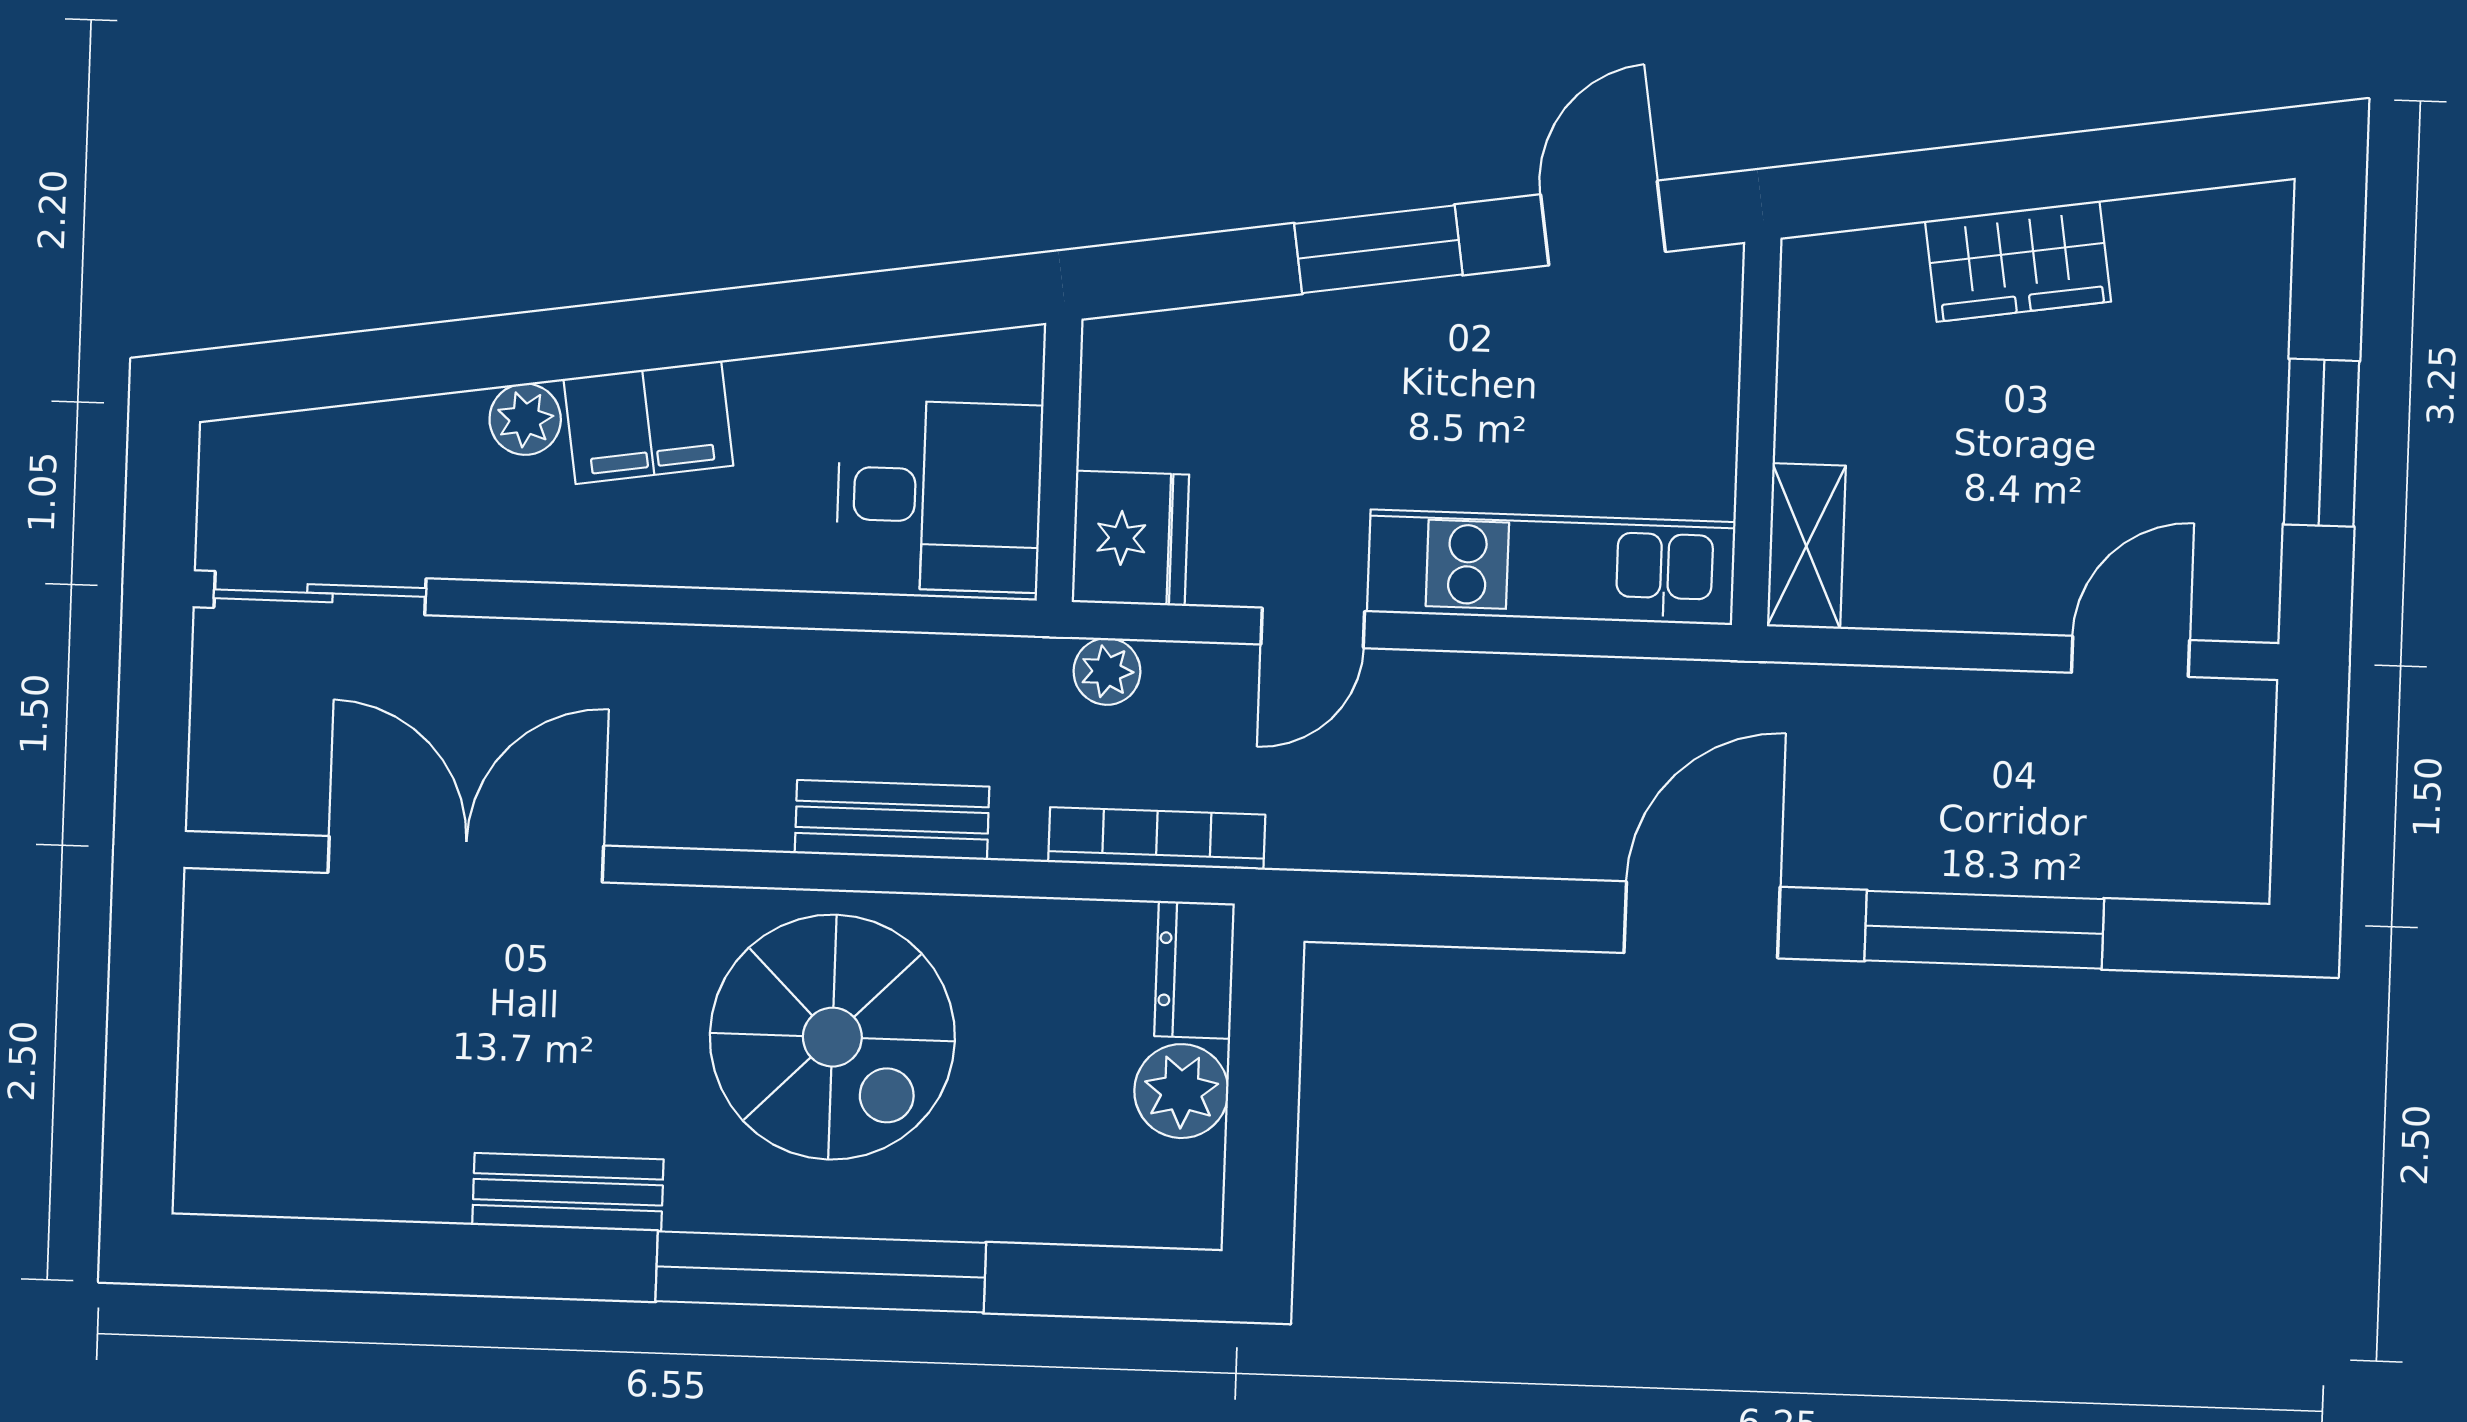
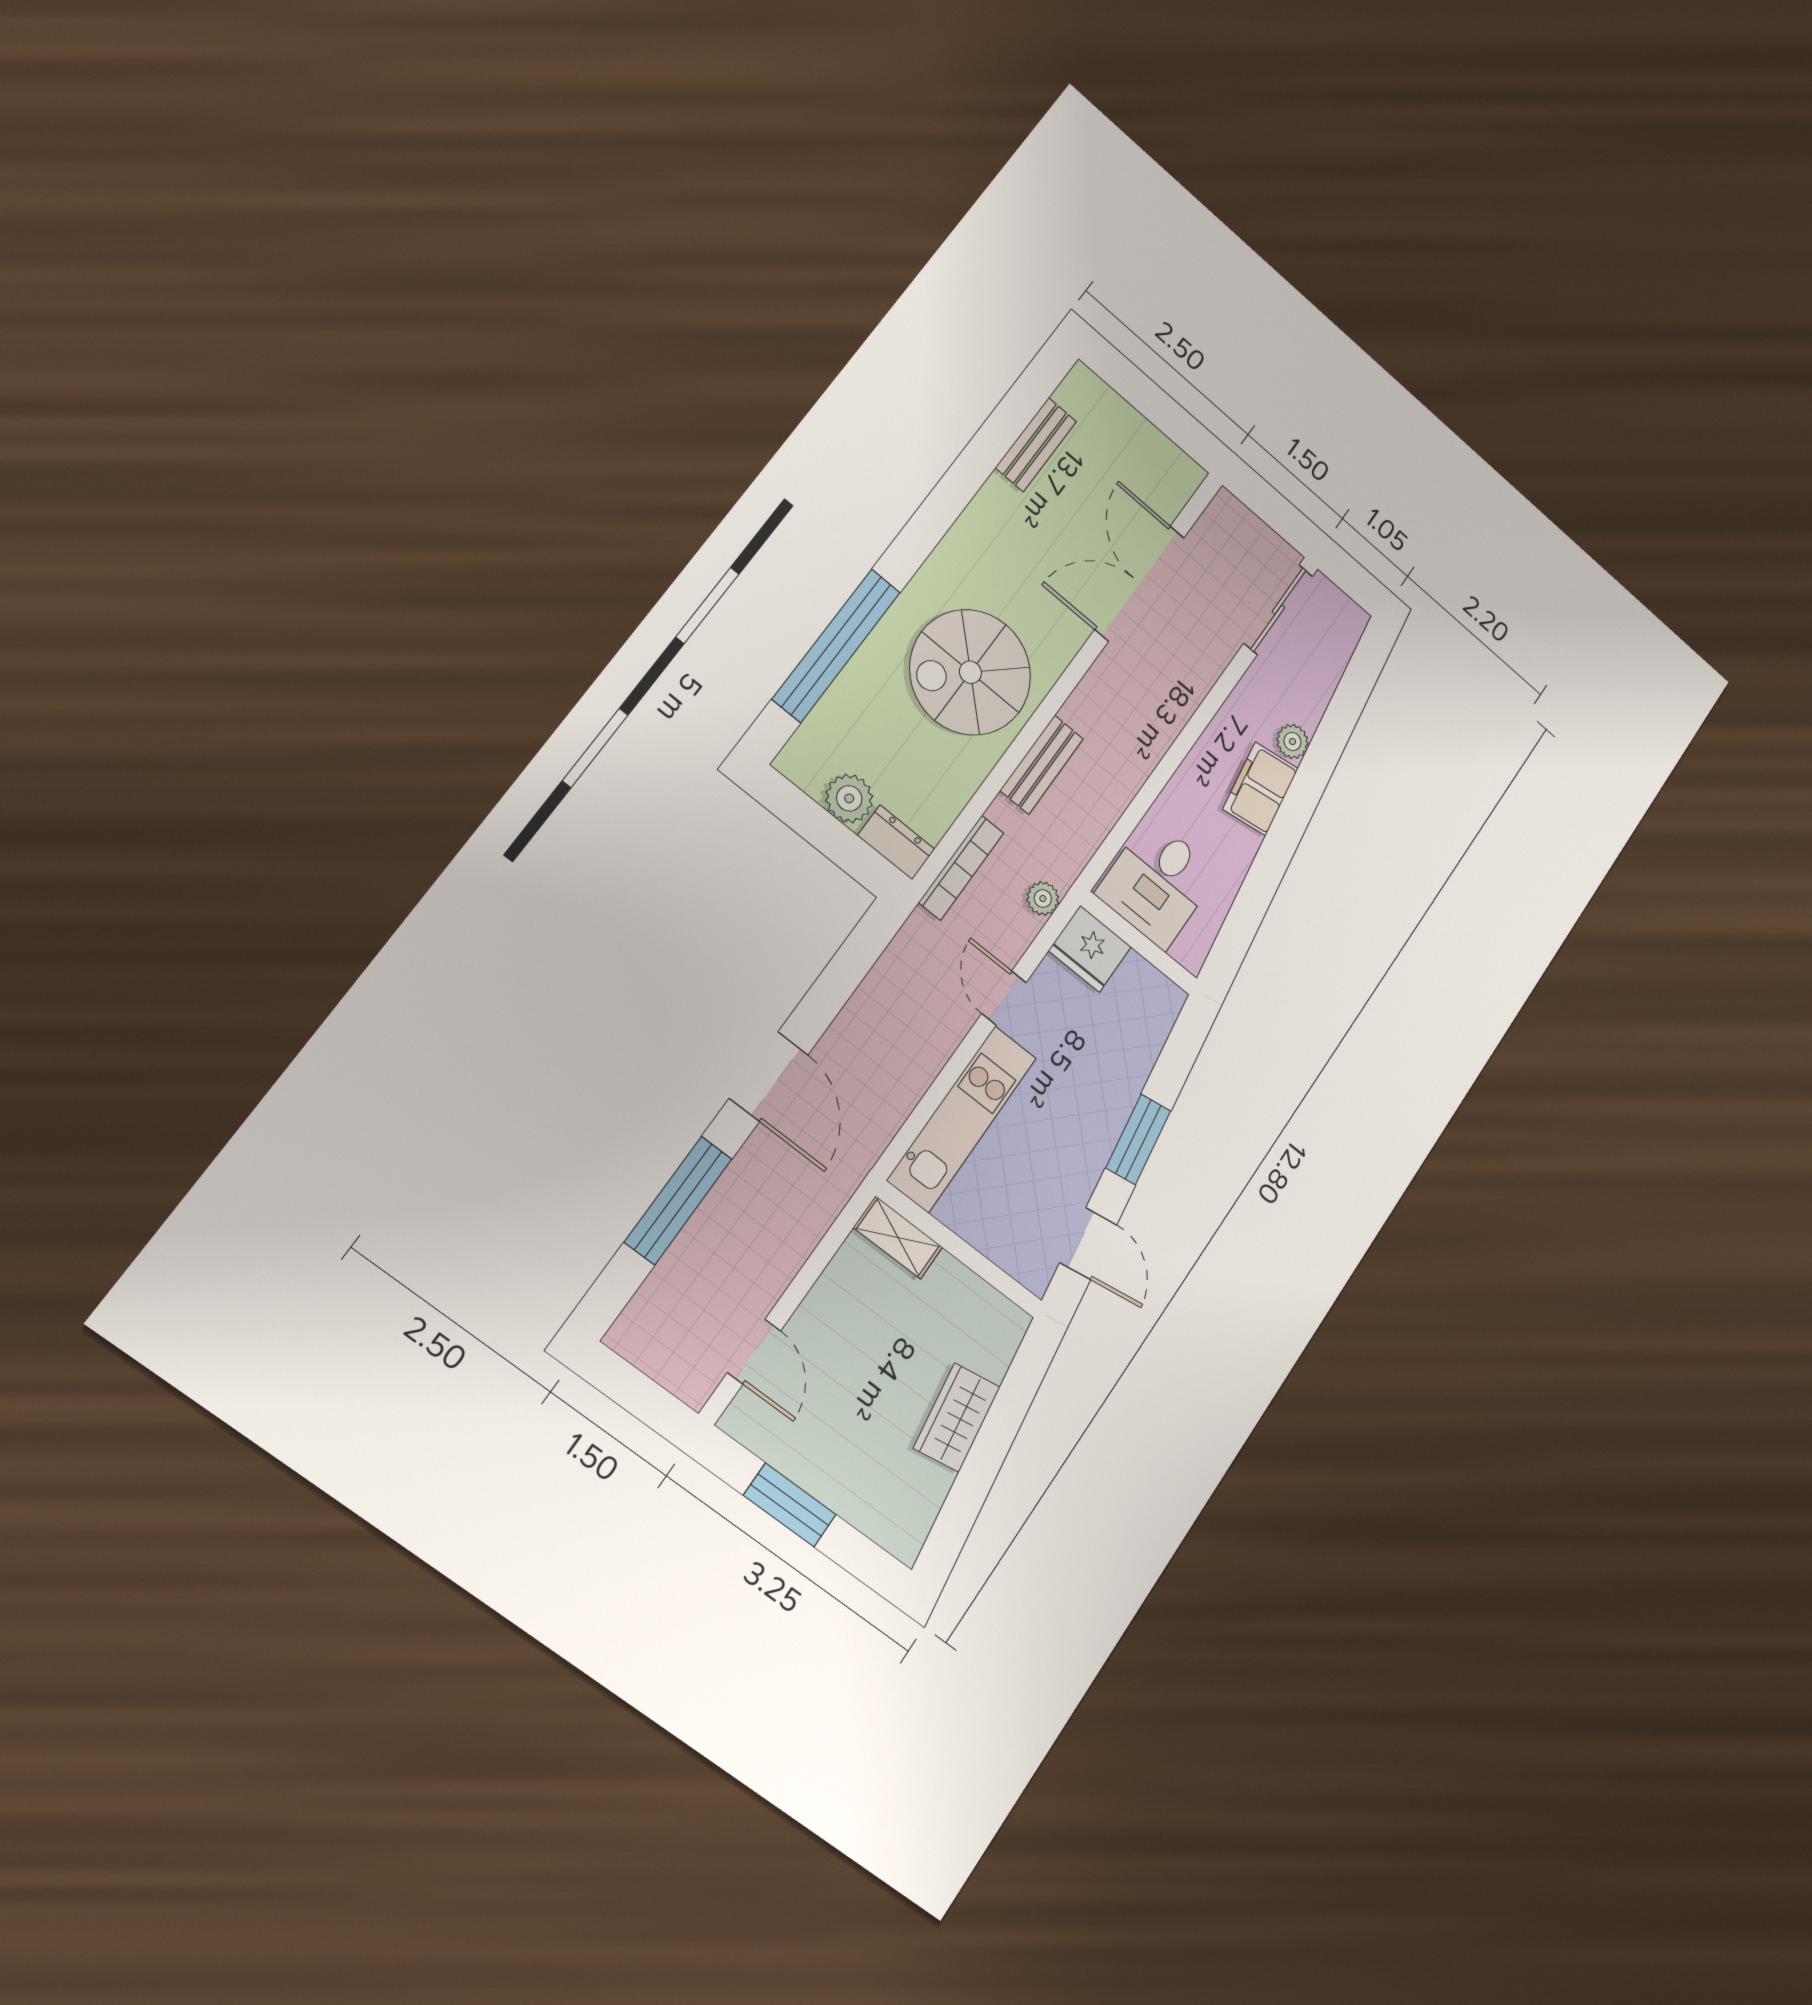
double door: (466, 859) -> (1140, 583), swing flipped
bench: (568, 1192) -> (1036, 445), moved
window: (821, 1272) -> (837, 645), moved

